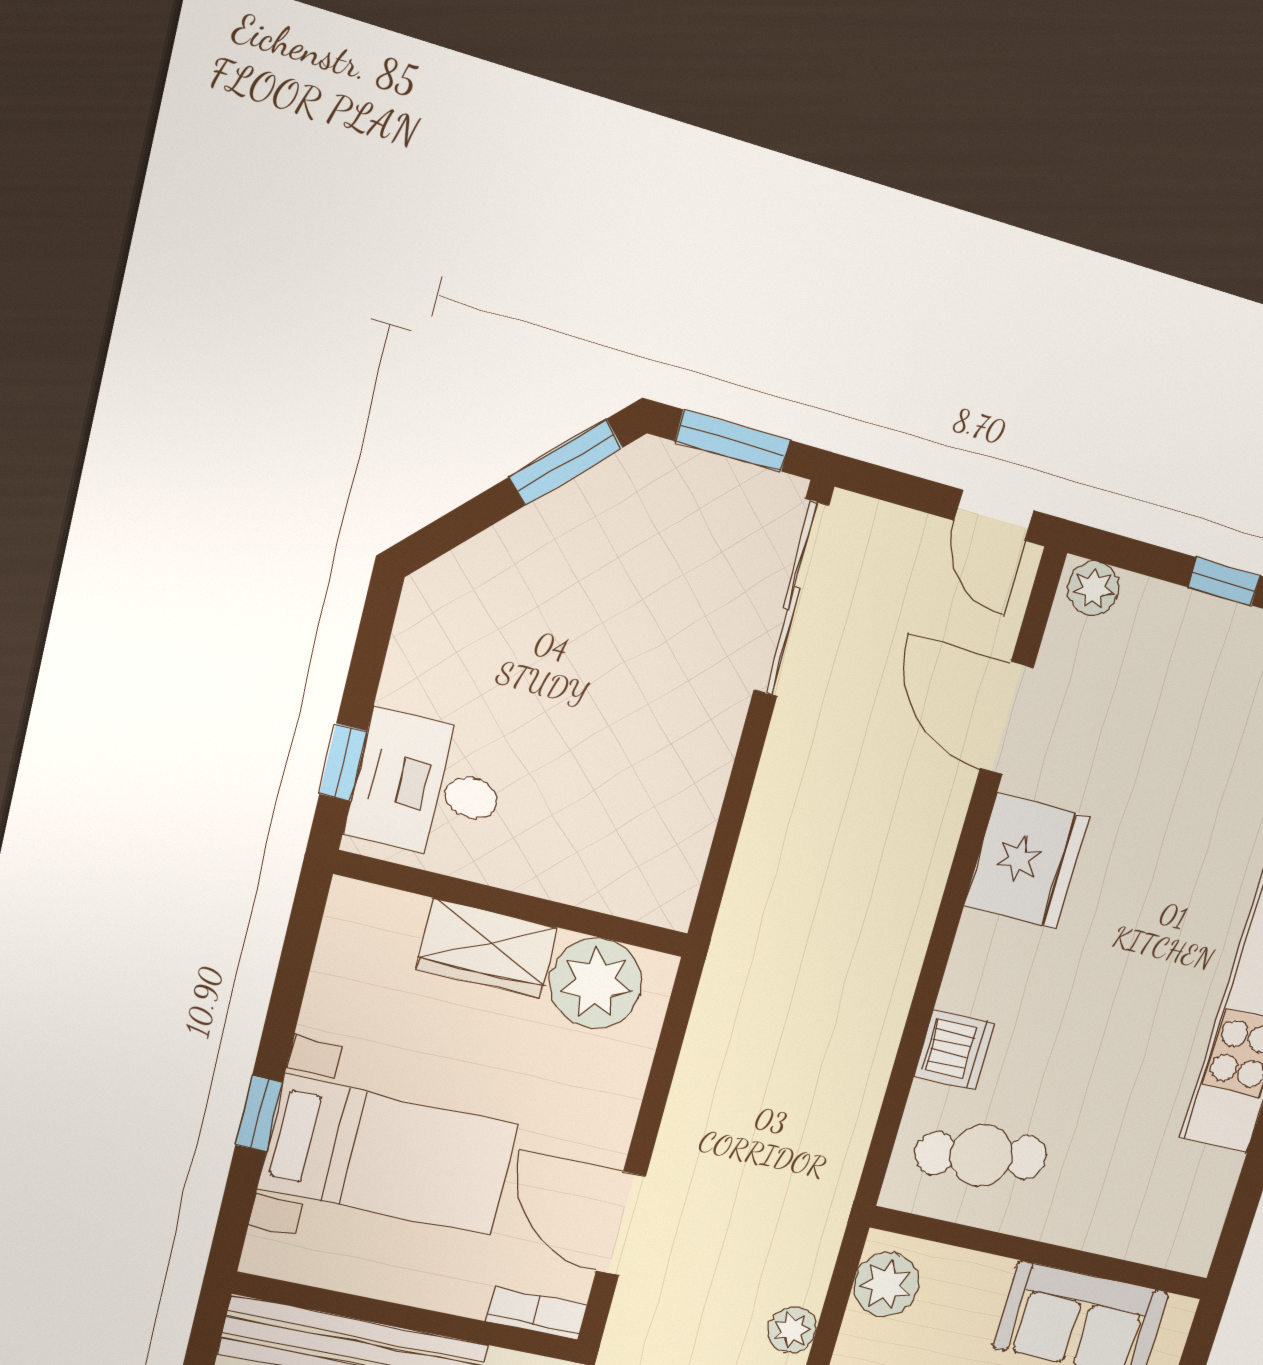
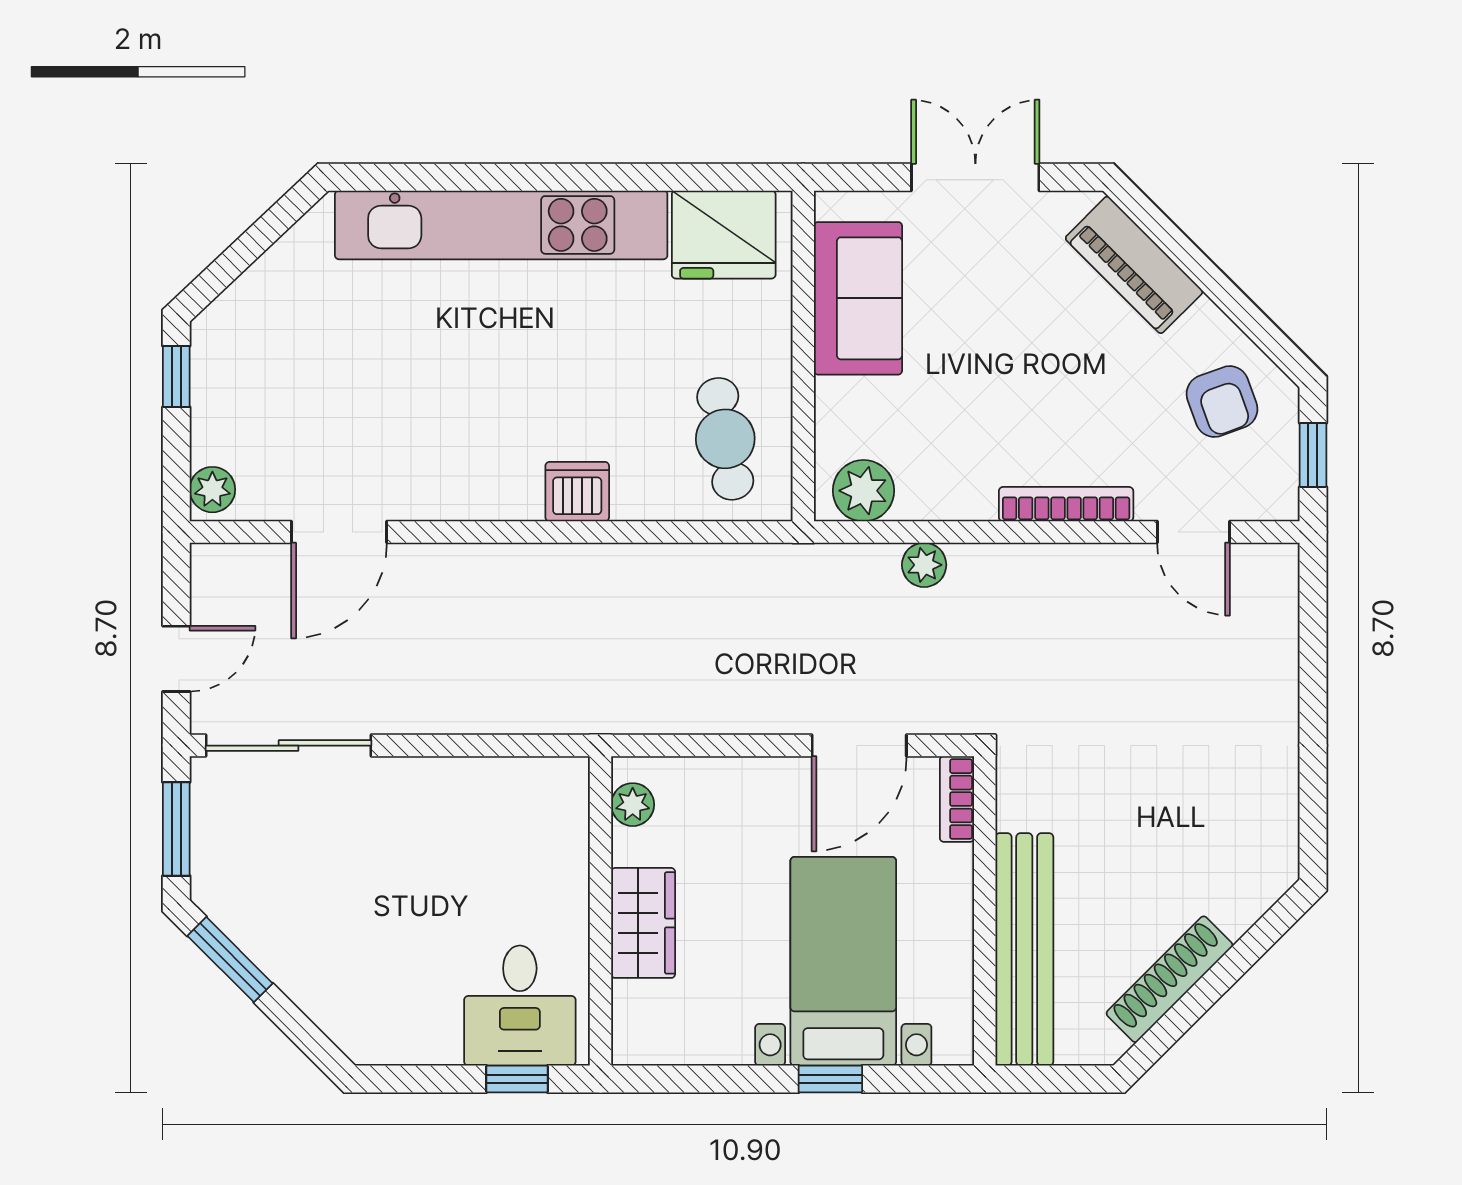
door: (994, 515) -> (176, 659), moved
fridge: (1026, 861) -> (724, 235), moved, turned 180
plant: (596, 983) -> (633, 805), width x0.53, depth x0.53
dishwasher: (955, 1049) -> (577, 492), moved

